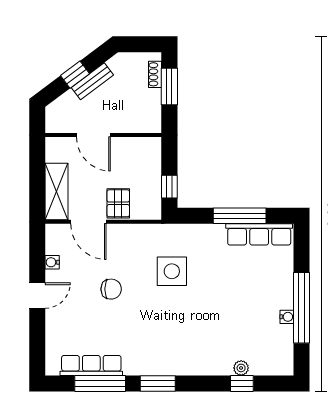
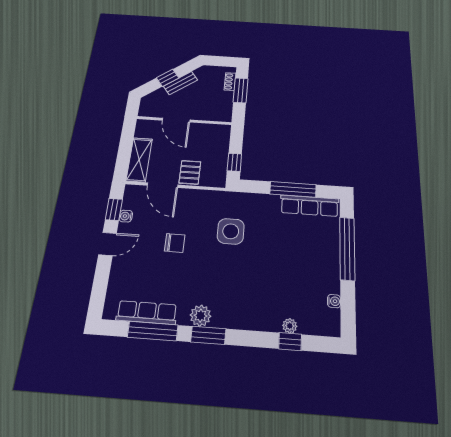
window: (37, 255) -> (114, 209), added
window: (301, 308) -> (347, 248), moved
water cooler: (287, 317) -> (334, 301), moved
plant: (148, 365) -> (200, 316), added

